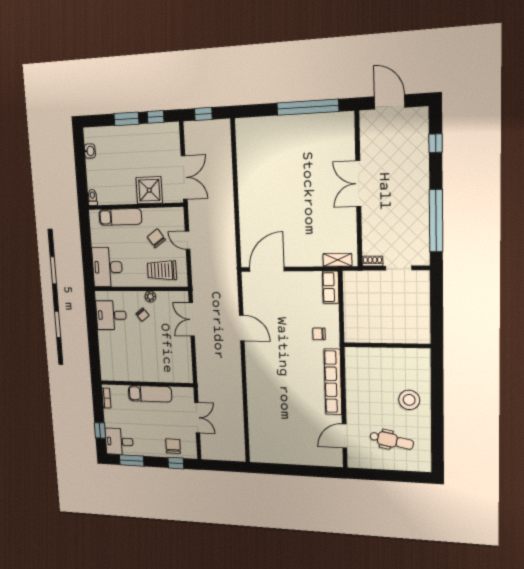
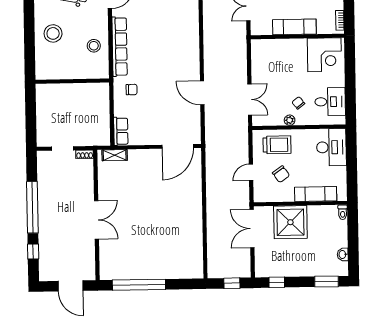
window: (126, 119) -> (327, 281), moved
shower: (149, 190) -> (290, 222), width x1.37, depth x1.37
window: (436, 221) -> (32, 207), moved
door: (188, 240) -> (251, 172), swing flipped
corner desk: (119, 364) -> (324, 55), added
stool: (362, 384) -> (94, 46), added

